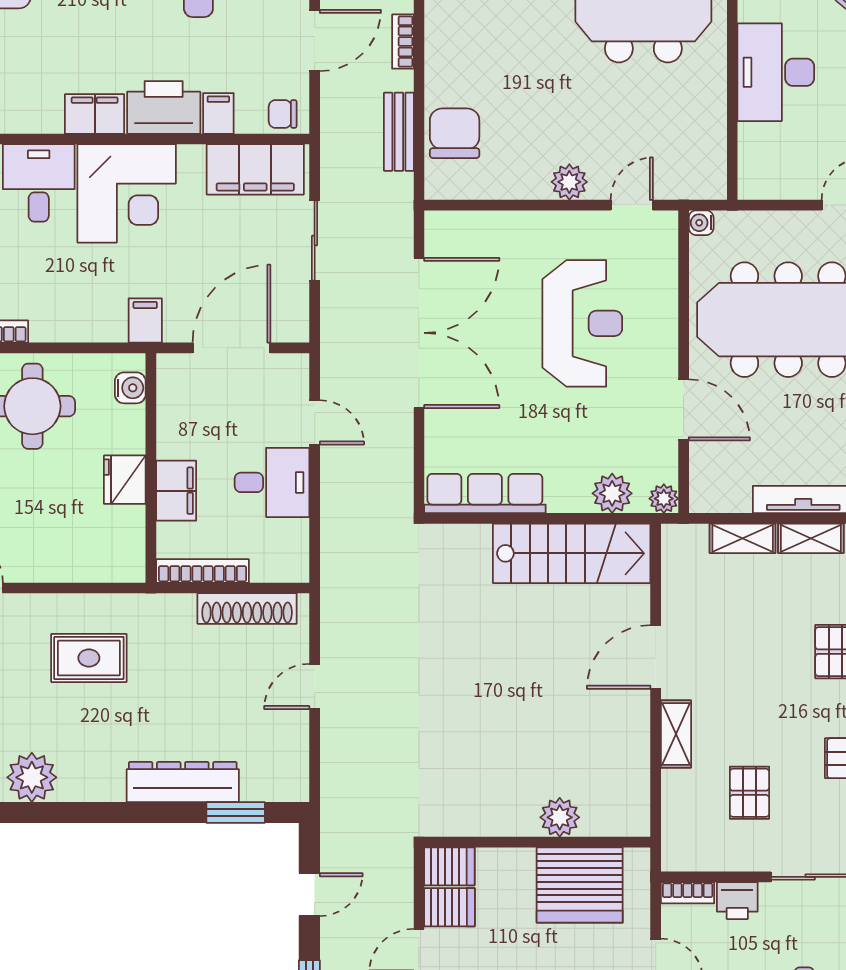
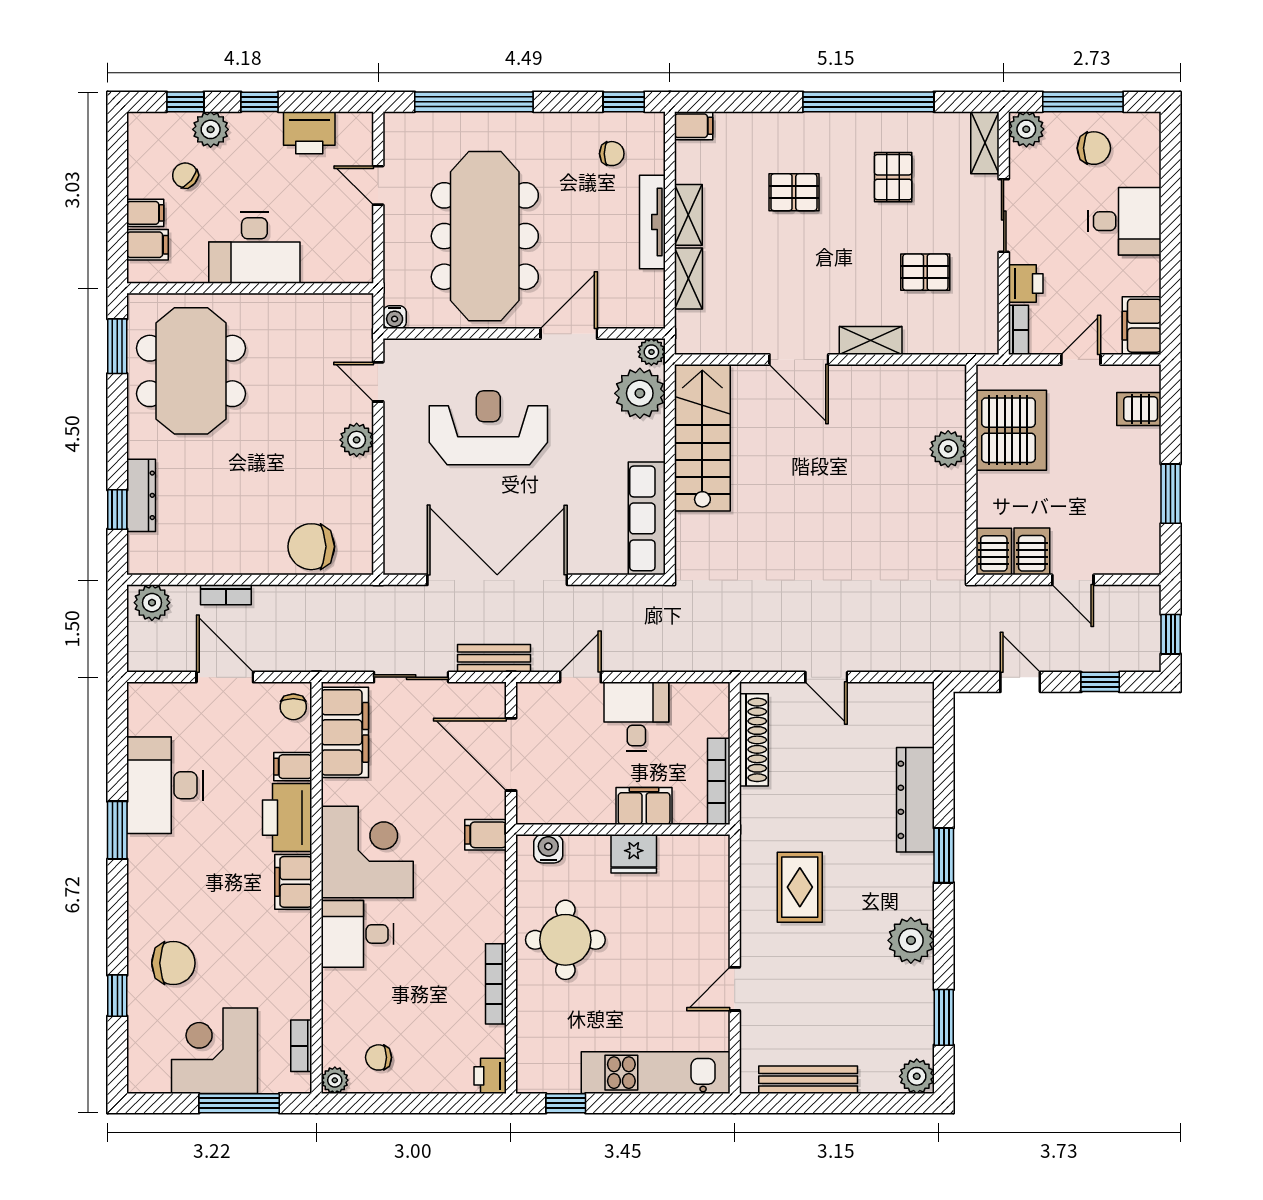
bench: (399, 132) -> (494, 658), moved
plant: (612, 493) -> (640, 393), width x1.36, depth x1.36
window: (236, 813) -> (944, 855), moved

